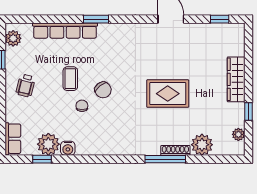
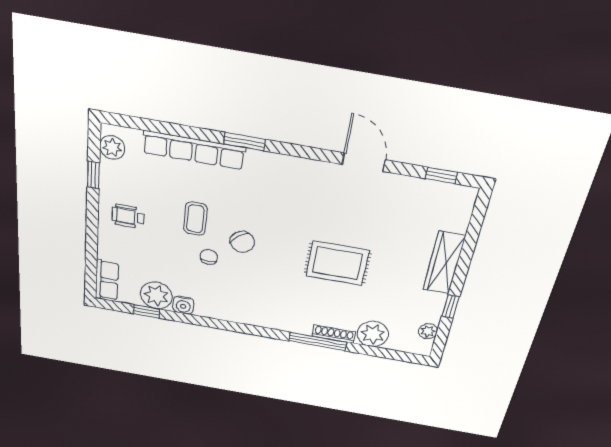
wheelchair: (26, 86) -> (128, 216), turned 76

